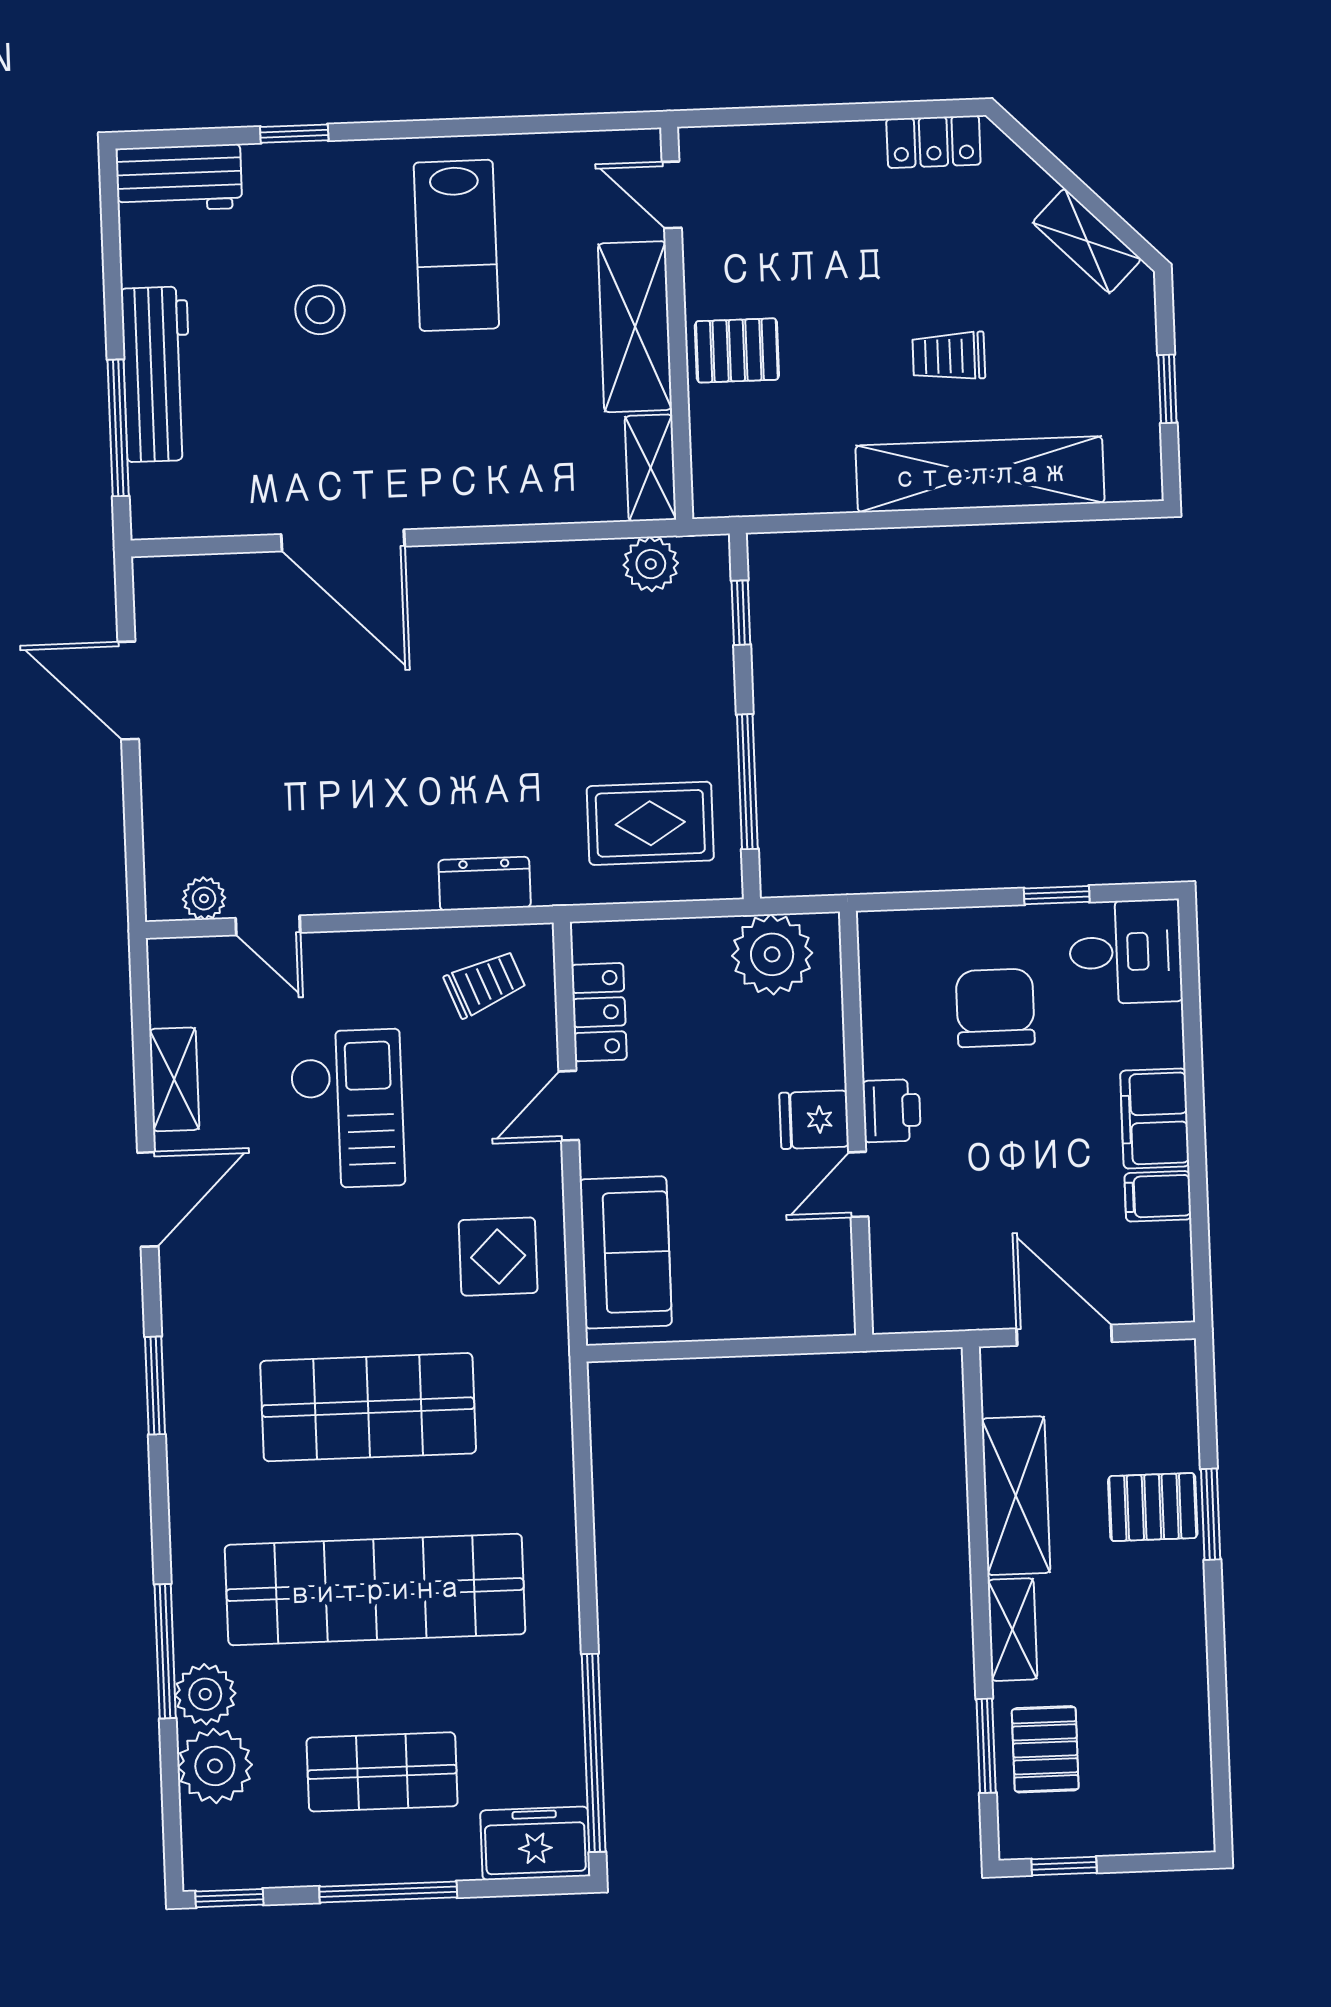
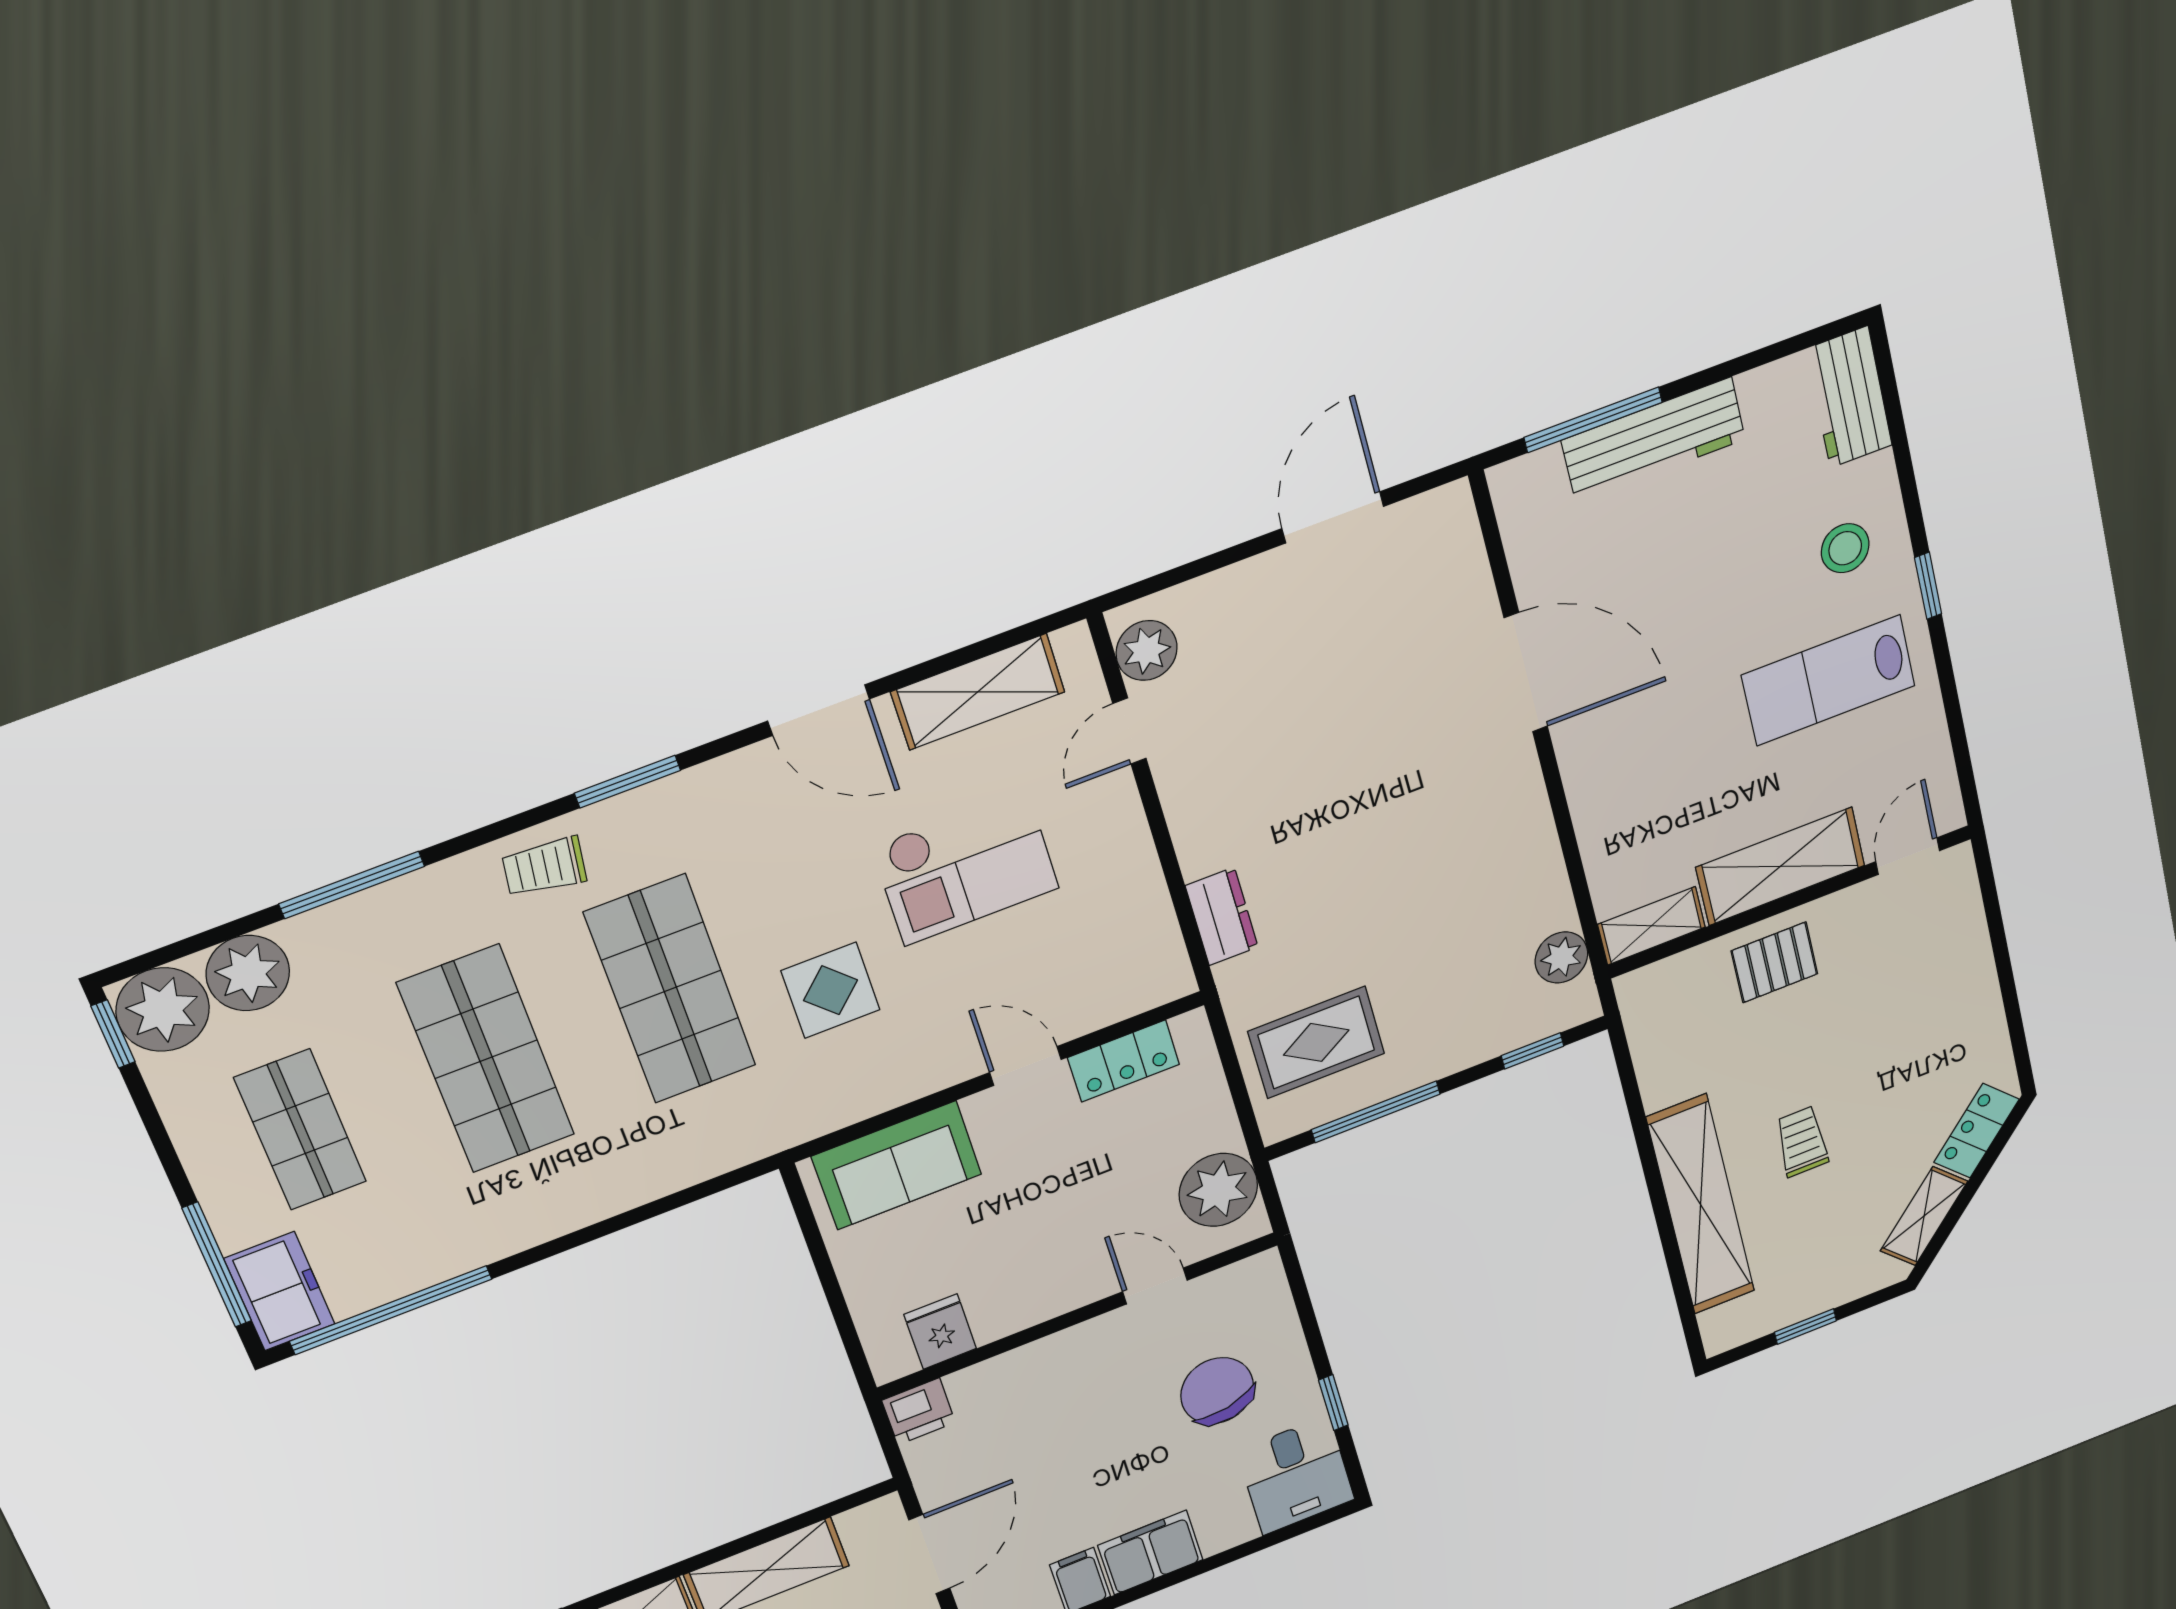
window: (294, 134) -> (1928, 586), moved
locker: (933, 142) -> (1976, 1131), moved, turned 45
stool: (320, 310) -> (1845, 548), moved
pallet: (737, 350) -> (1774, 962), turned 90
door: (343, 540) -> (1526, 672), swing flipped
rug: (650, 823) -> (1316, 1042), turned 90
plant: (204, 899) -> (1147, 650), width x1.38, depth x1.38
trolley: (485, 984) -> (544, 867), moved, turned 120
chair: (995, 1008) -> (1217, 1391), turned -102
shelving: (174, 1079) -> (978, 692), width x1.50, depth x1.33
printer: (892, 1111) -> (919, 1411), moved
fridge: (814, 1120) -> (940, 1332), moved
door: (858, 1184) -> (1155, 1286), moved
display table: (498, 1257) -> (830, 990), moved
shop shelf: (375, 1590) -> (486, 1059), width x0.71
plant: (205, 1694) -> (163, 1010), moved, width x1.36, depth x1.36
window: (388, 1892) -> (217, 1265), moved

